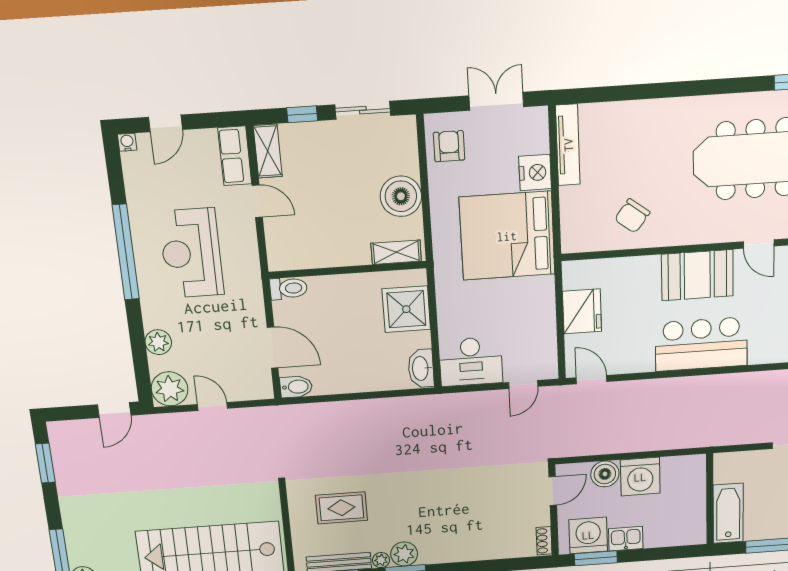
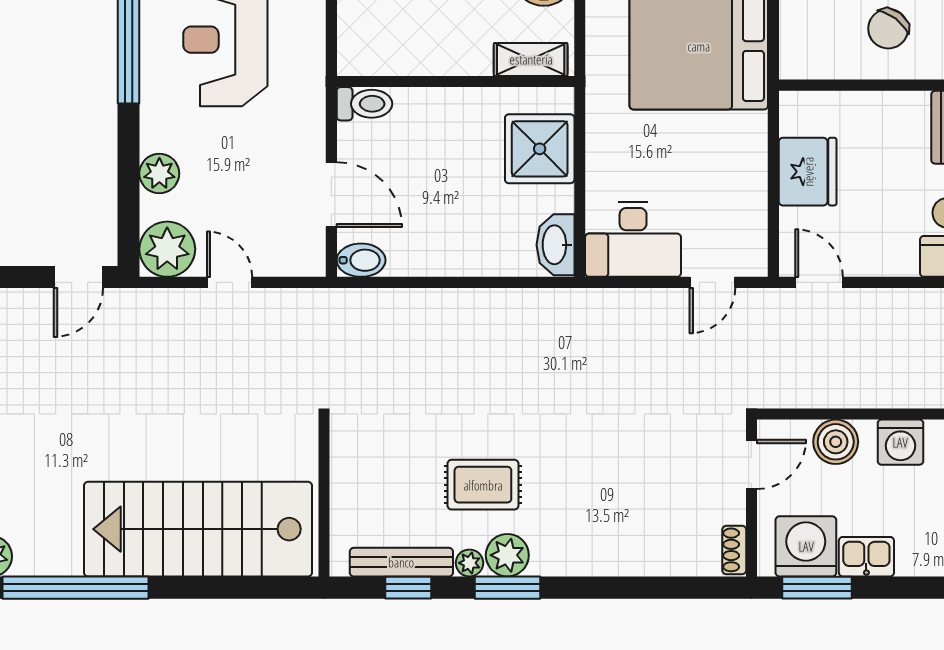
washing machine: (640, 477) -> (900, 442), width x0.73, depth x0.73
rug: (341, 508) -> (483, 485), moved

